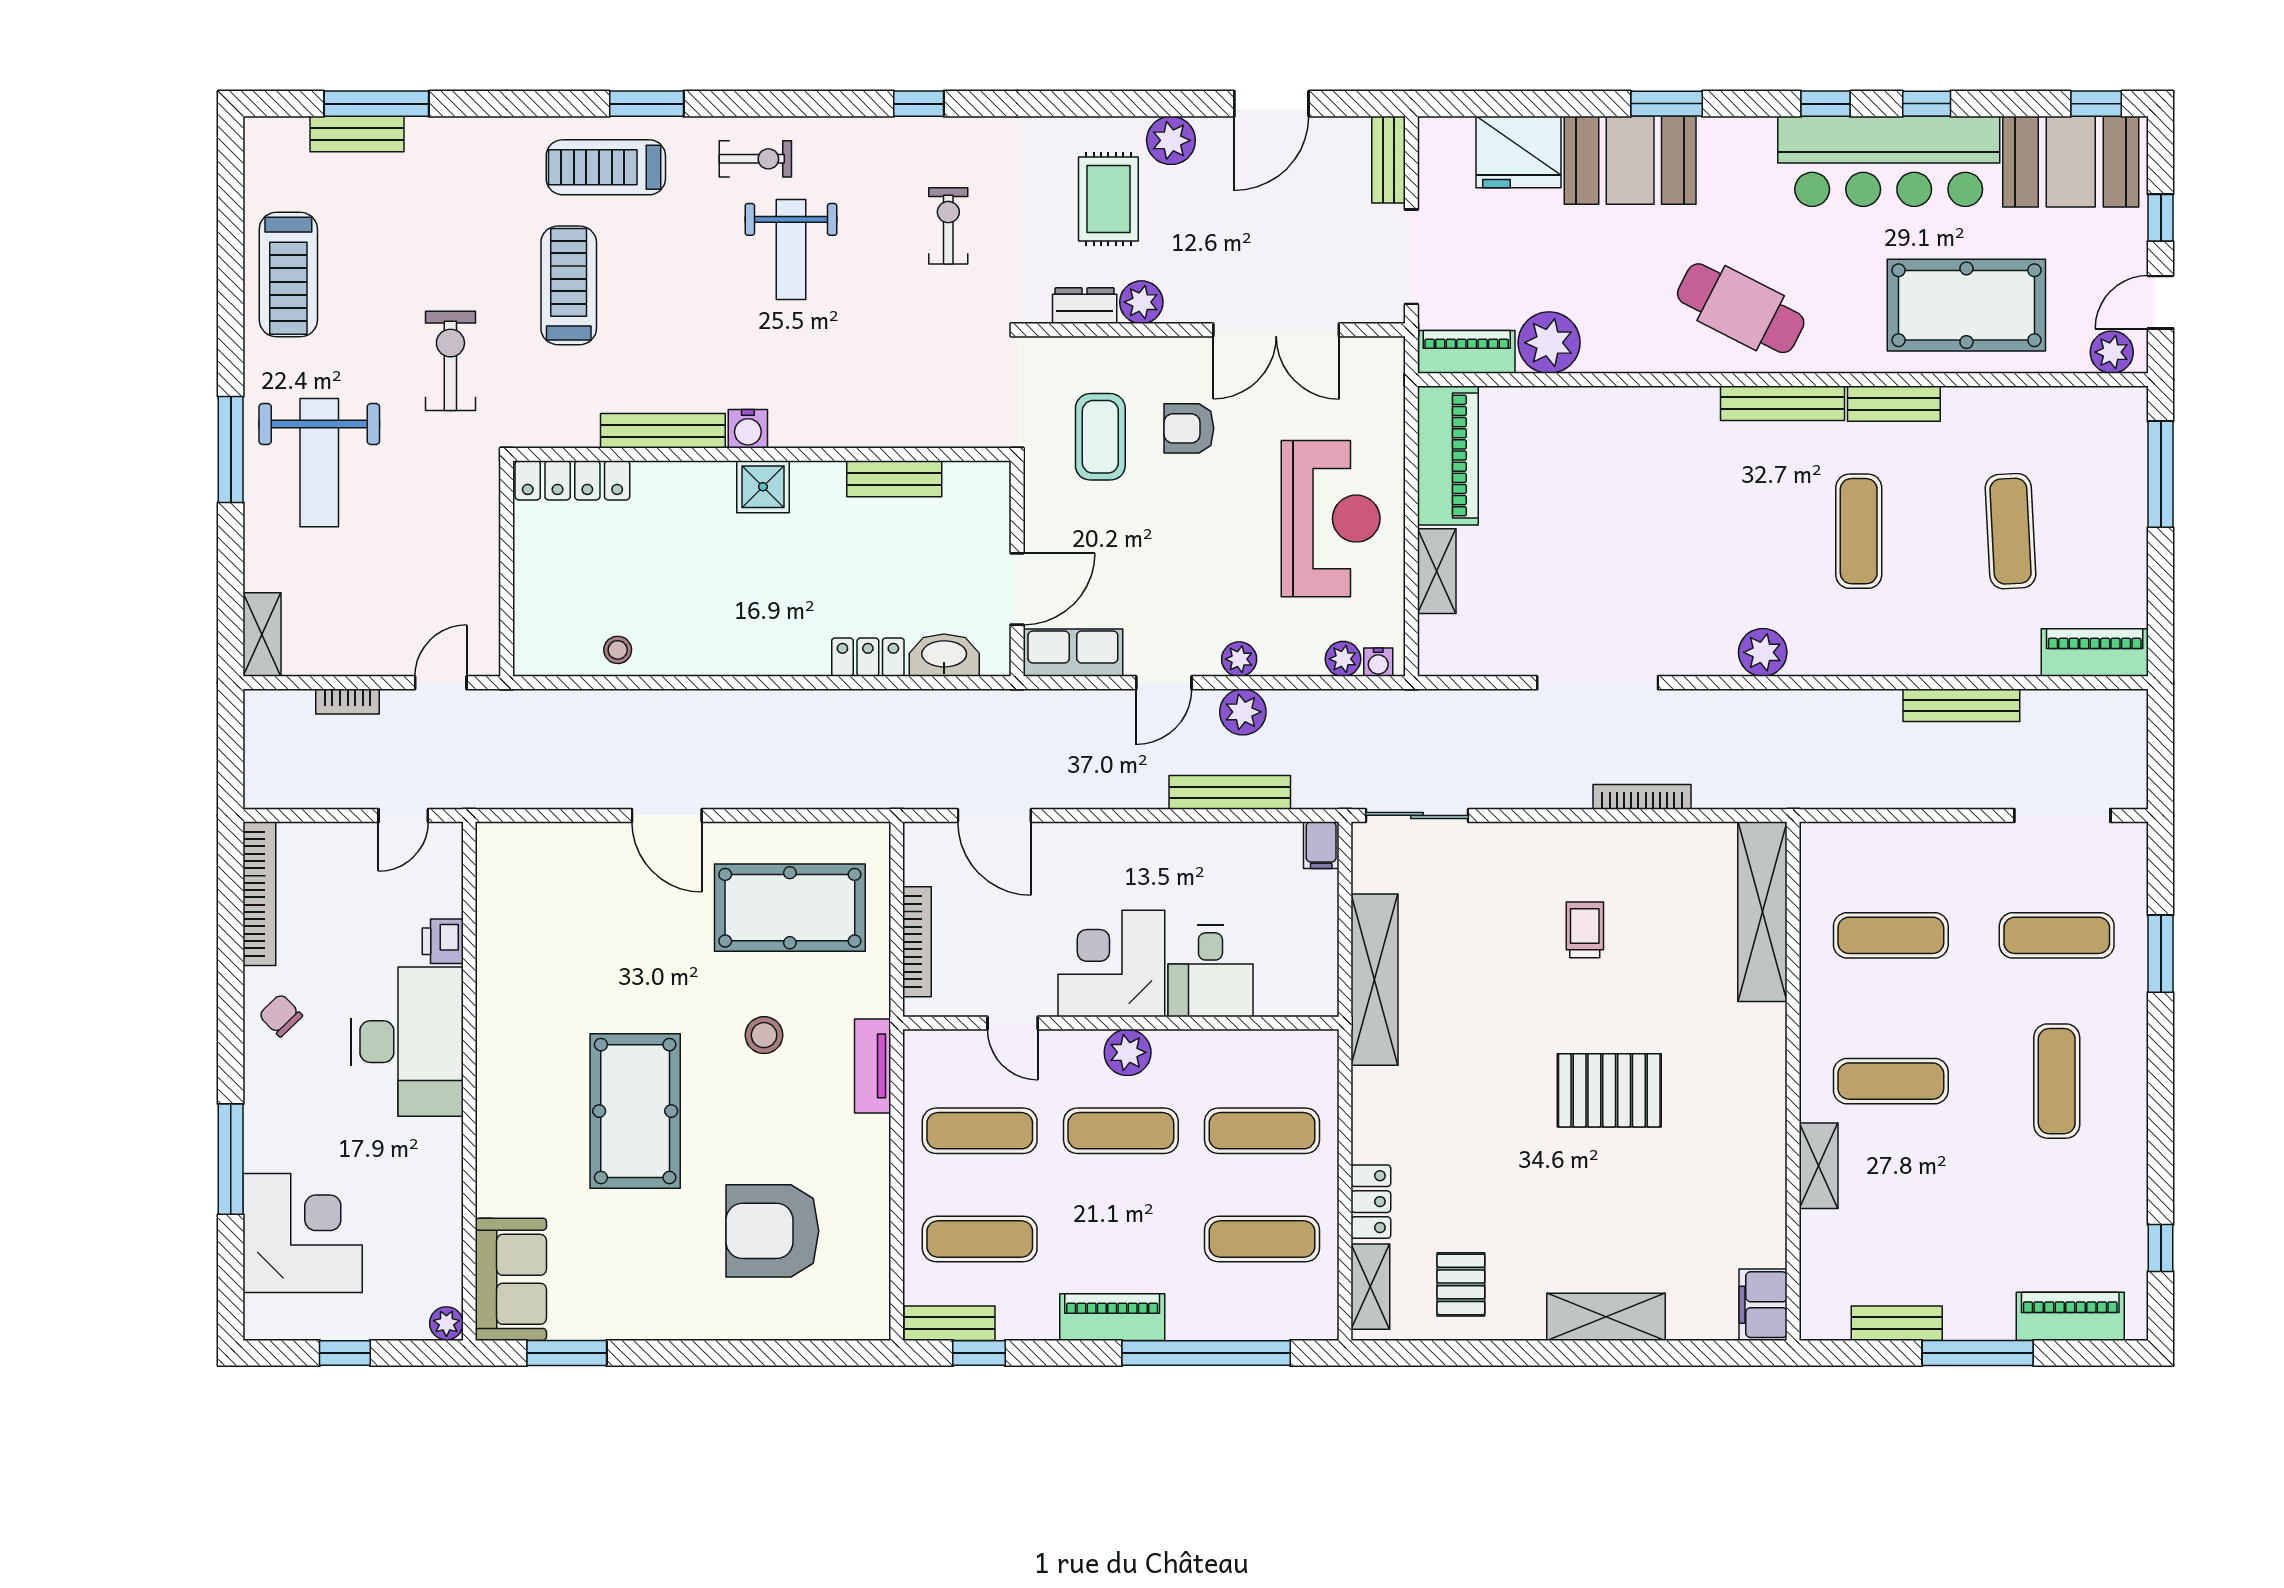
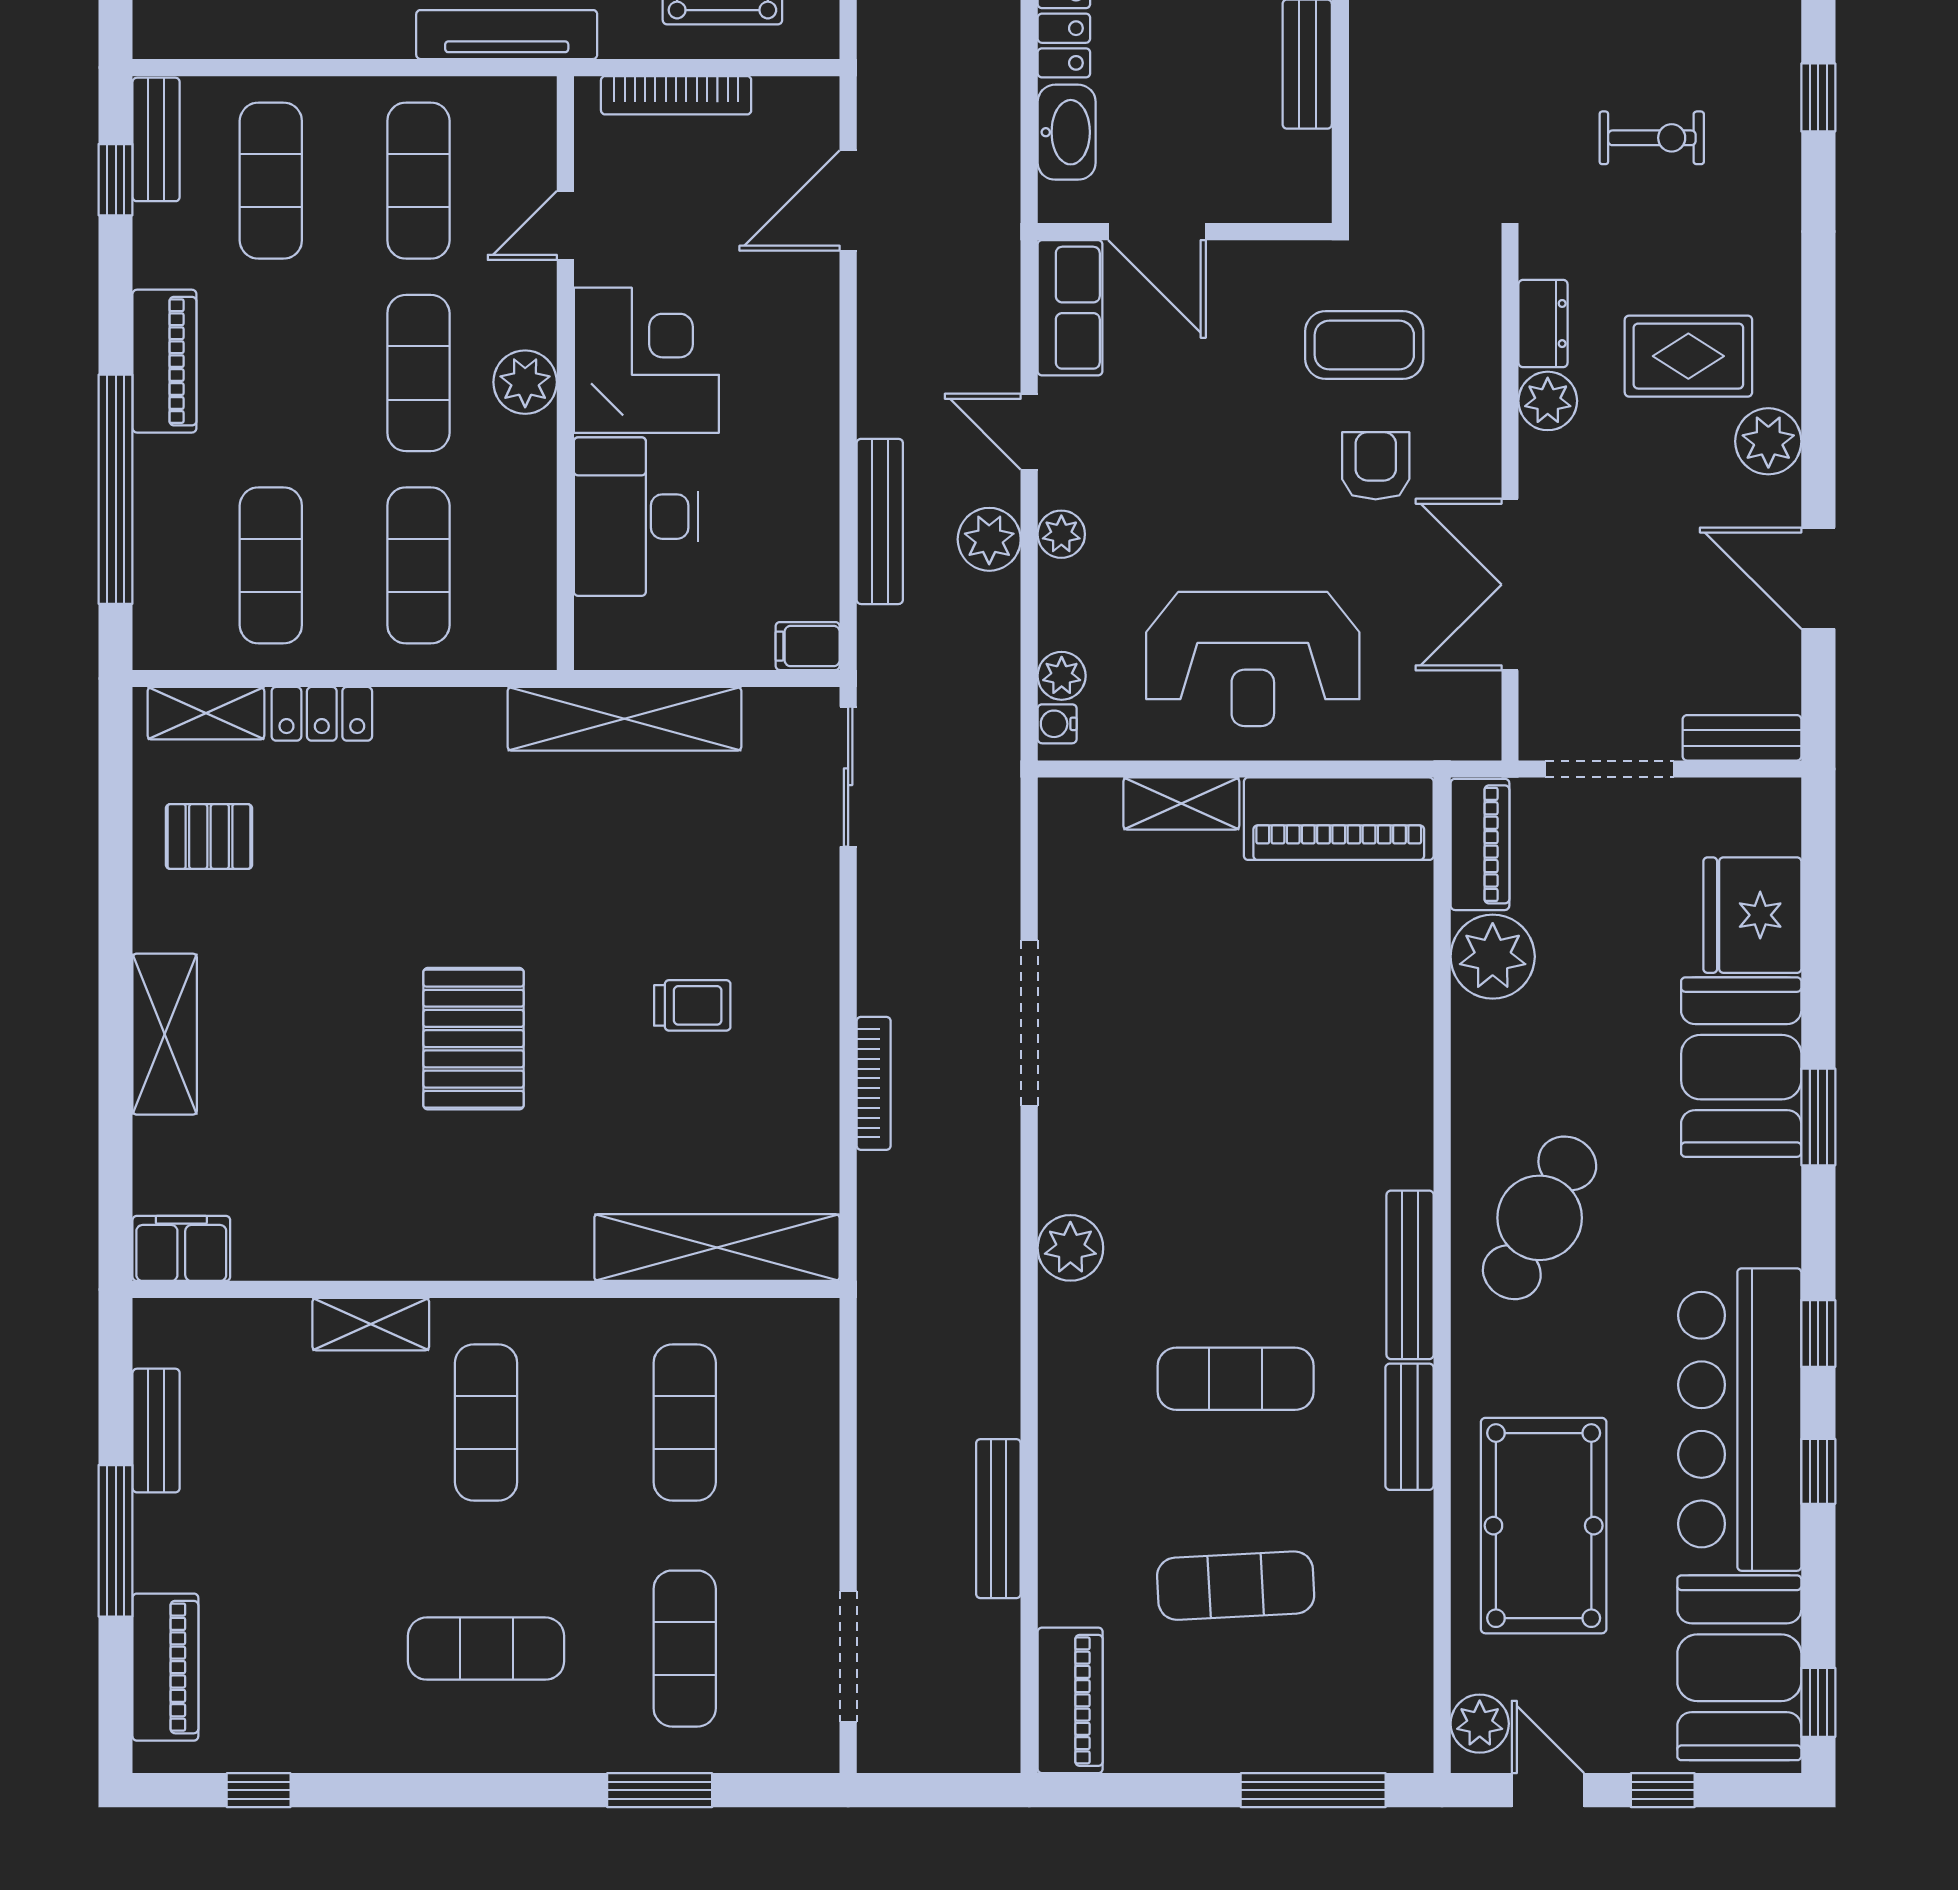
desk: (1210, 971) -> (636, 517), width x1.37
tv unit: (873, 1066) -> (507, 35), width x1.41

